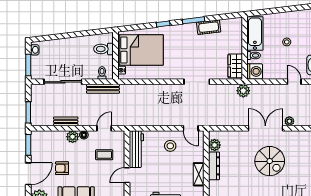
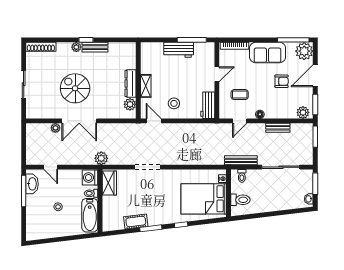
plant: (73, 137) -> (303, 112), moved
workbench: (136, 149) -> (208, 105), width x0.73
shelving: (199, 174) -> (146, 86), moved

